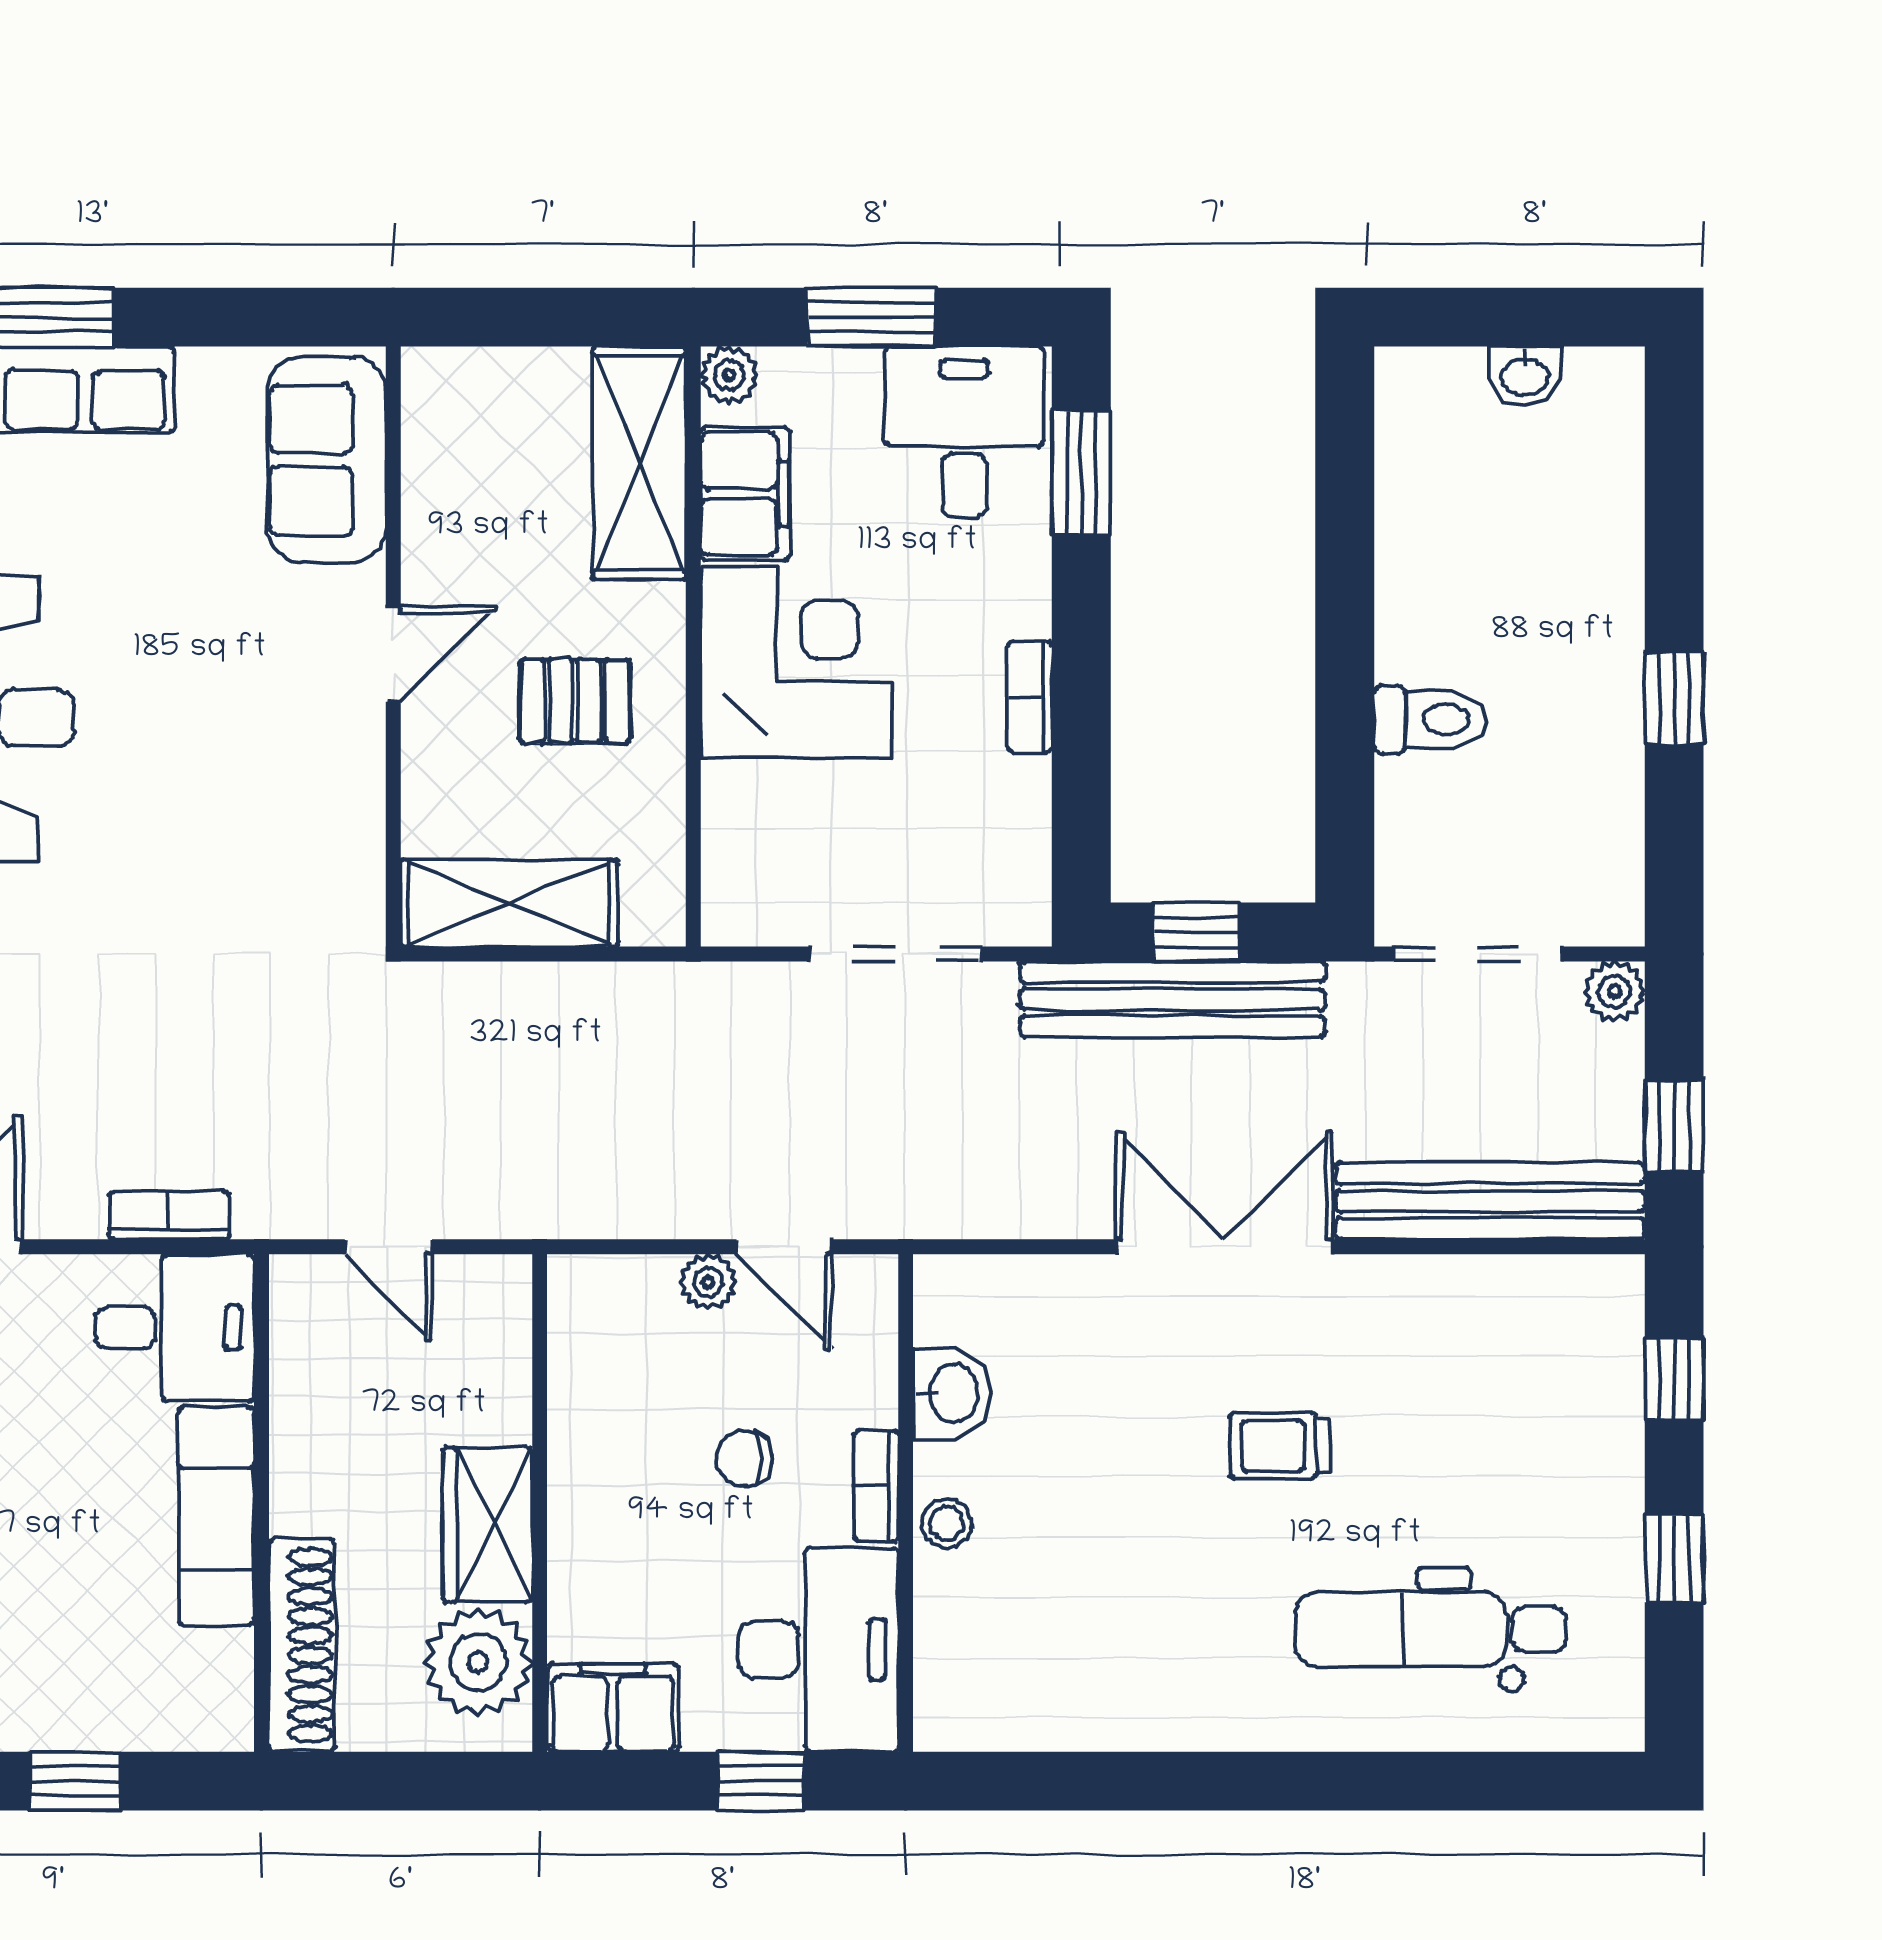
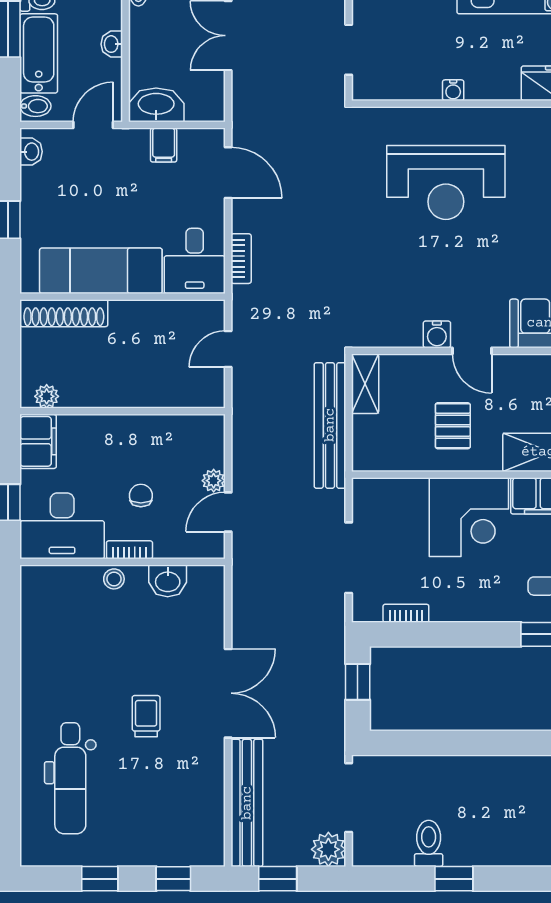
bookcase: (1030, 697) -> (406, 613), moved
toilet: (1430, 719) -> (429, 843), moved, turned 180
water cooler: (353, 740) -> (437, 334), added
shelving: (509, 903) -> (365, 384), width x0.67, depth x0.75
plant: (1615, 992) -> (328, 849), width x1.38, depth x1.38
bench: (1173, 999) -> (330, 425), moved
exam couch: (216, 1516) -> (101, 271), width x1.36, depth x1.45
wardrobe: (487, 1525) -> (114, 390), removed
dental chair: (1431, 1630) -> (70, 778), turned 180
plant: (478, 1662) -> (47, 396), width x0.53, depth x0.53

